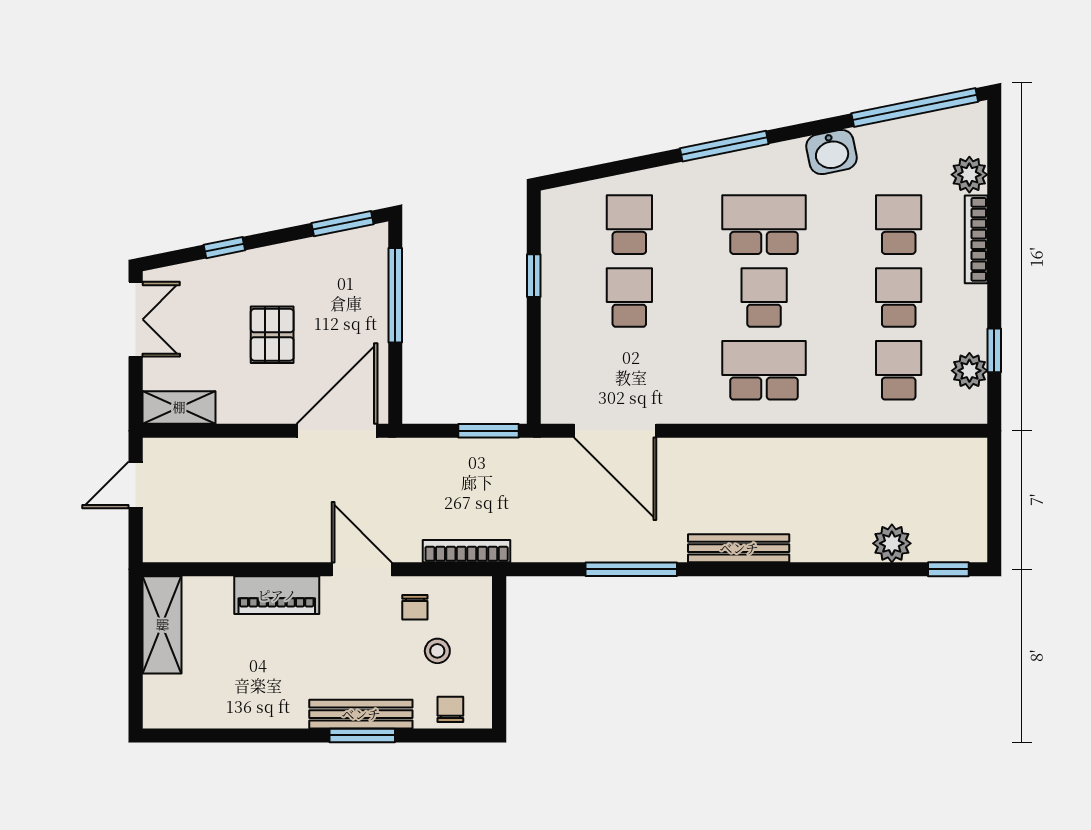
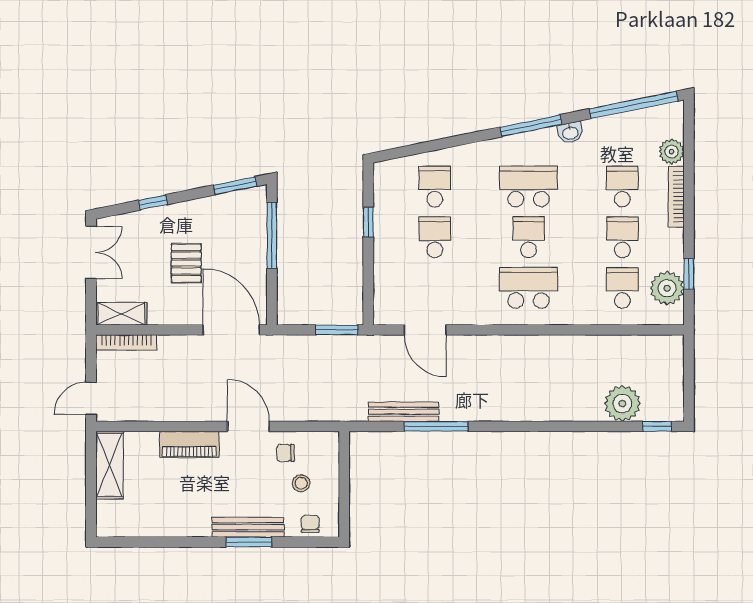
window: (724, 146) -> (531, 126), moved
washbasin: (831, 152) -> (570, 133), width x0.72, depth x0.69
plant: (969, 371) -> (667, 288), width x1.36, depth x1.36
door: (337, 431) -> (231, 330), hinge flipped
door: (615, 431) -> (425, 330), width x0.73
door: (136, 485) -> (91, 398), moved
plant: (892, 543) -> (622, 404), width x1.36, depth x1.36
bench: (739, 548) -> (404, 412), moved
bookcase: (467, 551) -> (126, 343), moved, turned 180
chair: (415, 607) -> (286, 453), turned 90

